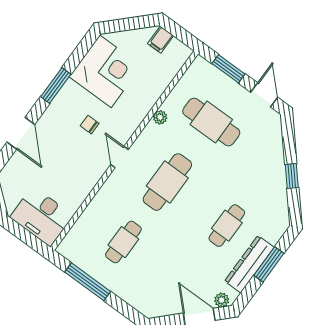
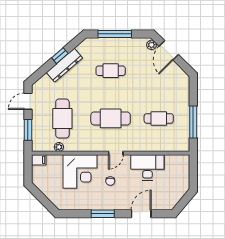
filing cabinet: (161, 40) -> (39, 160), moved
corner desk: (105, 71) -> (80, 171), moved, turned 180
plant: (160, 117) -> (59, 147), moved
desk: (41, 216) -> (147, 167), moved, turned -90
dresser: (249, 264) -> (64, 65), moved, turned -41
window: (269, 264) -> (115, 34), width x1.44

